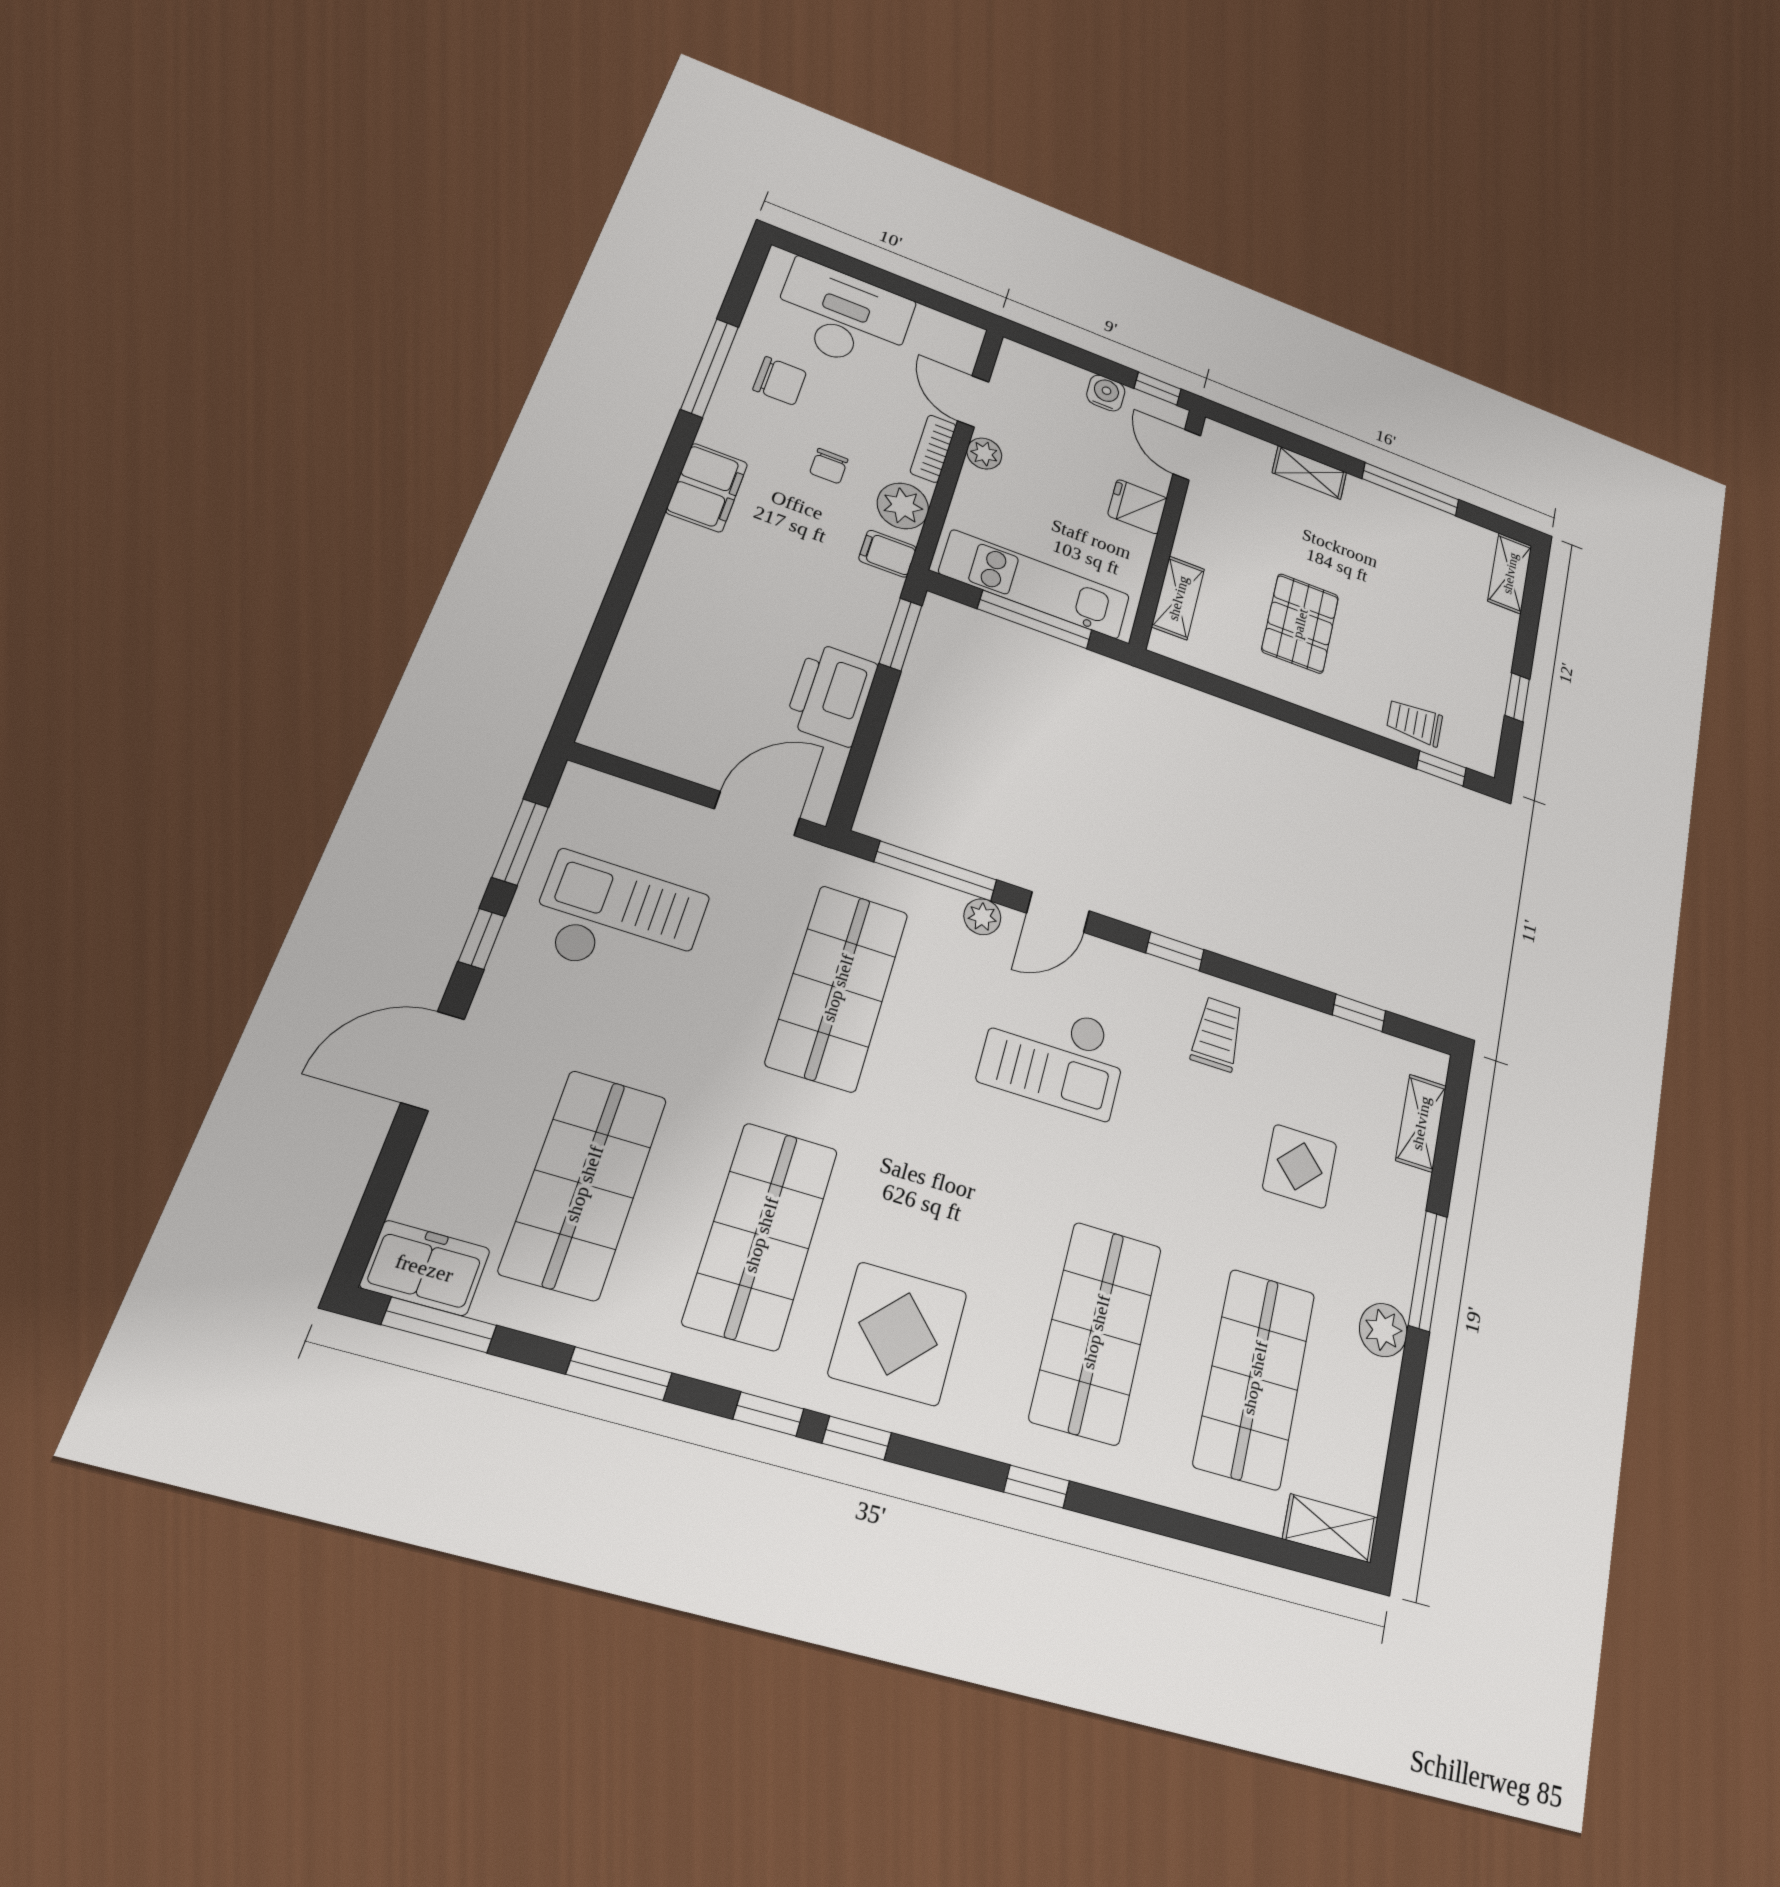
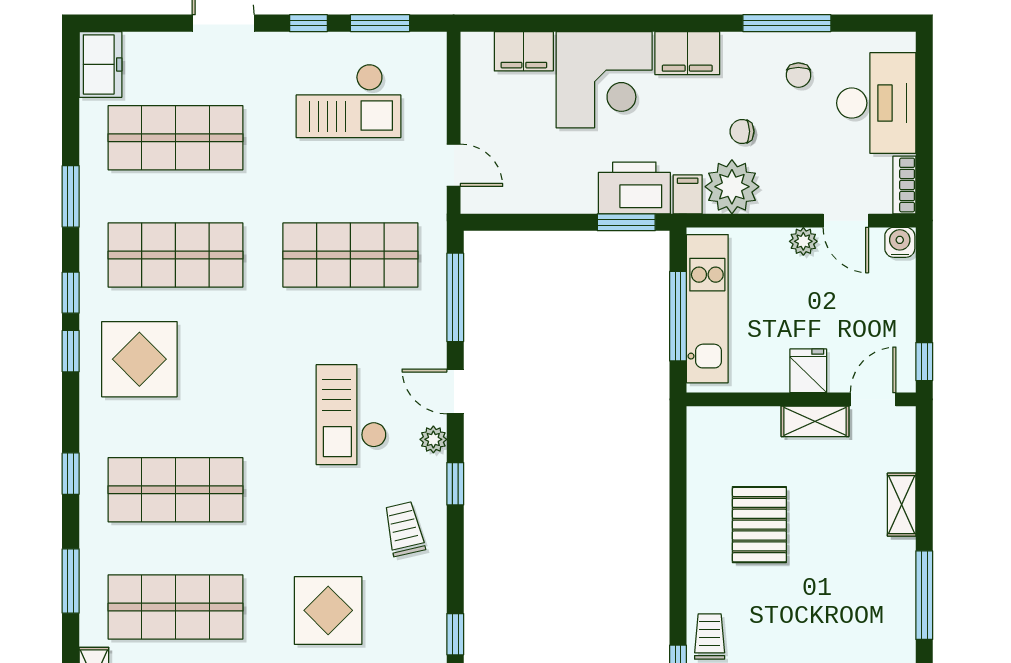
chair: (780, 381) -> (798, 75), width x0.73, depth x0.73
water cooler: (1106, 393) -> (900, 242), moved, turned -90
door: (973, 401) -> (846, 221), swing flipped
bookcase: (933, 449) -> (904, 185), moved, turned -90
plant: (903, 506) -> (732, 187), width x1.36, depth x1.36
corner desk: (706, 593) -> (604, 80), added
shelving: (1178, 598) -> (815, 421), moved
pallet: (1300, 623) -> (759, 525), turned 90
filing cabinet: (632, 674) -> (524, 51), added
printer: (832, 694) -> (634, 188), moved
door: (757, 814) -> (454, 165), width x0.73
plant: (982, 917) -> (433, 439), moved
checkout: (618, 920) -> (349, 101), turned 90
trolley: (1217, 1034) -> (404, 529), turned -103
display table: (1300, 1166) -> (328, 610), width x1.36, depth x1.36
window: (439, 1325) -> (71, 581), moved

